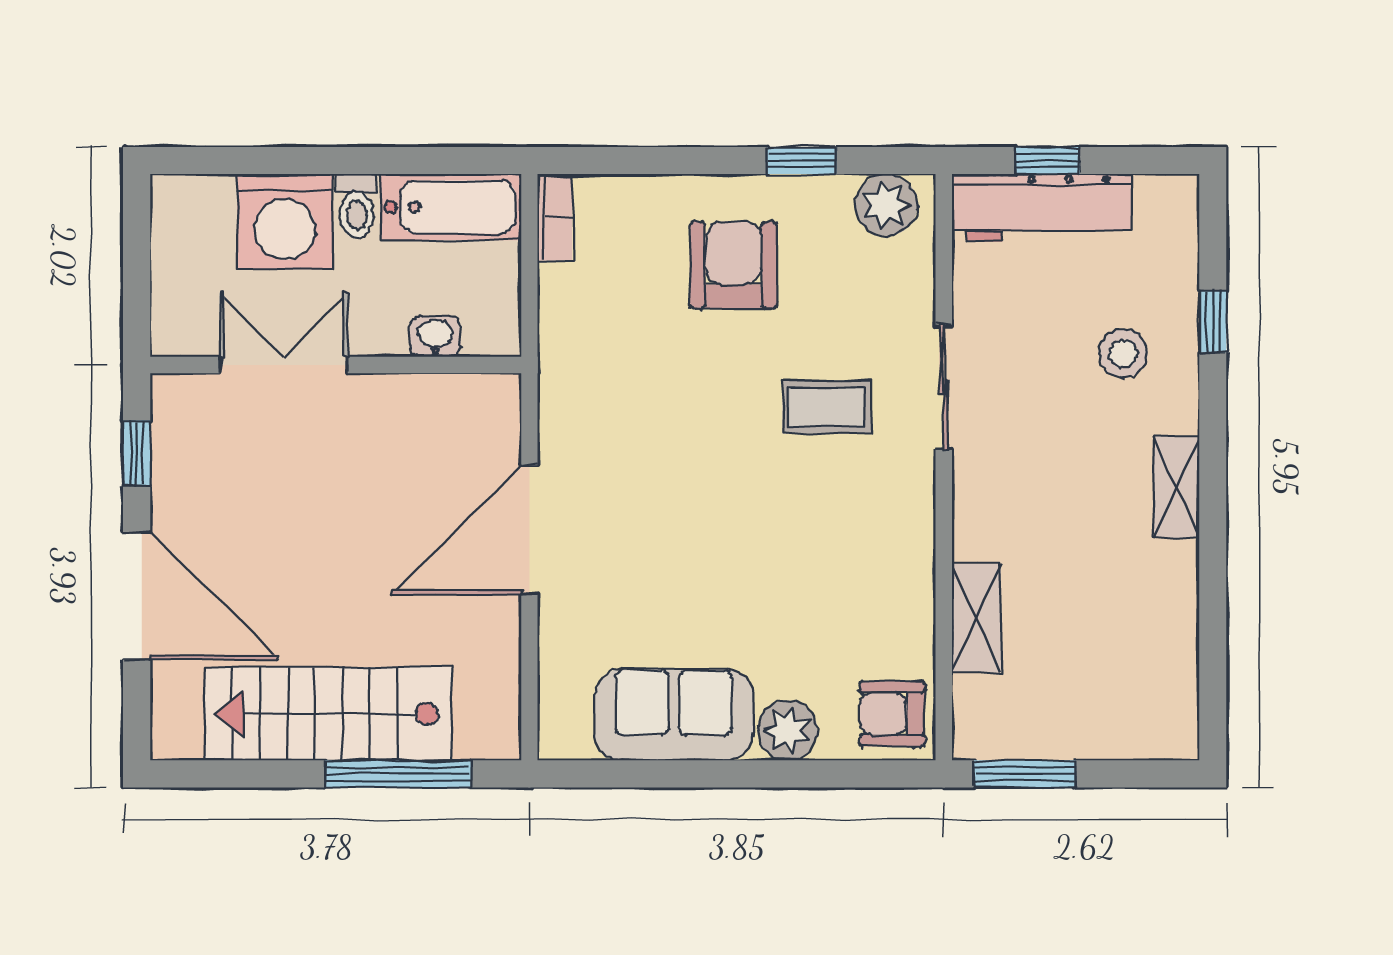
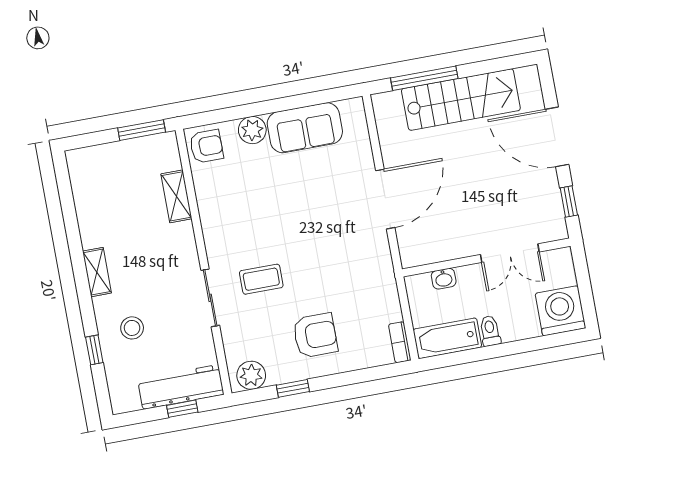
washing machine: (285, 222) -> (560, 311), moved
armchair: (733, 265) -> (315, 335), turned -90

